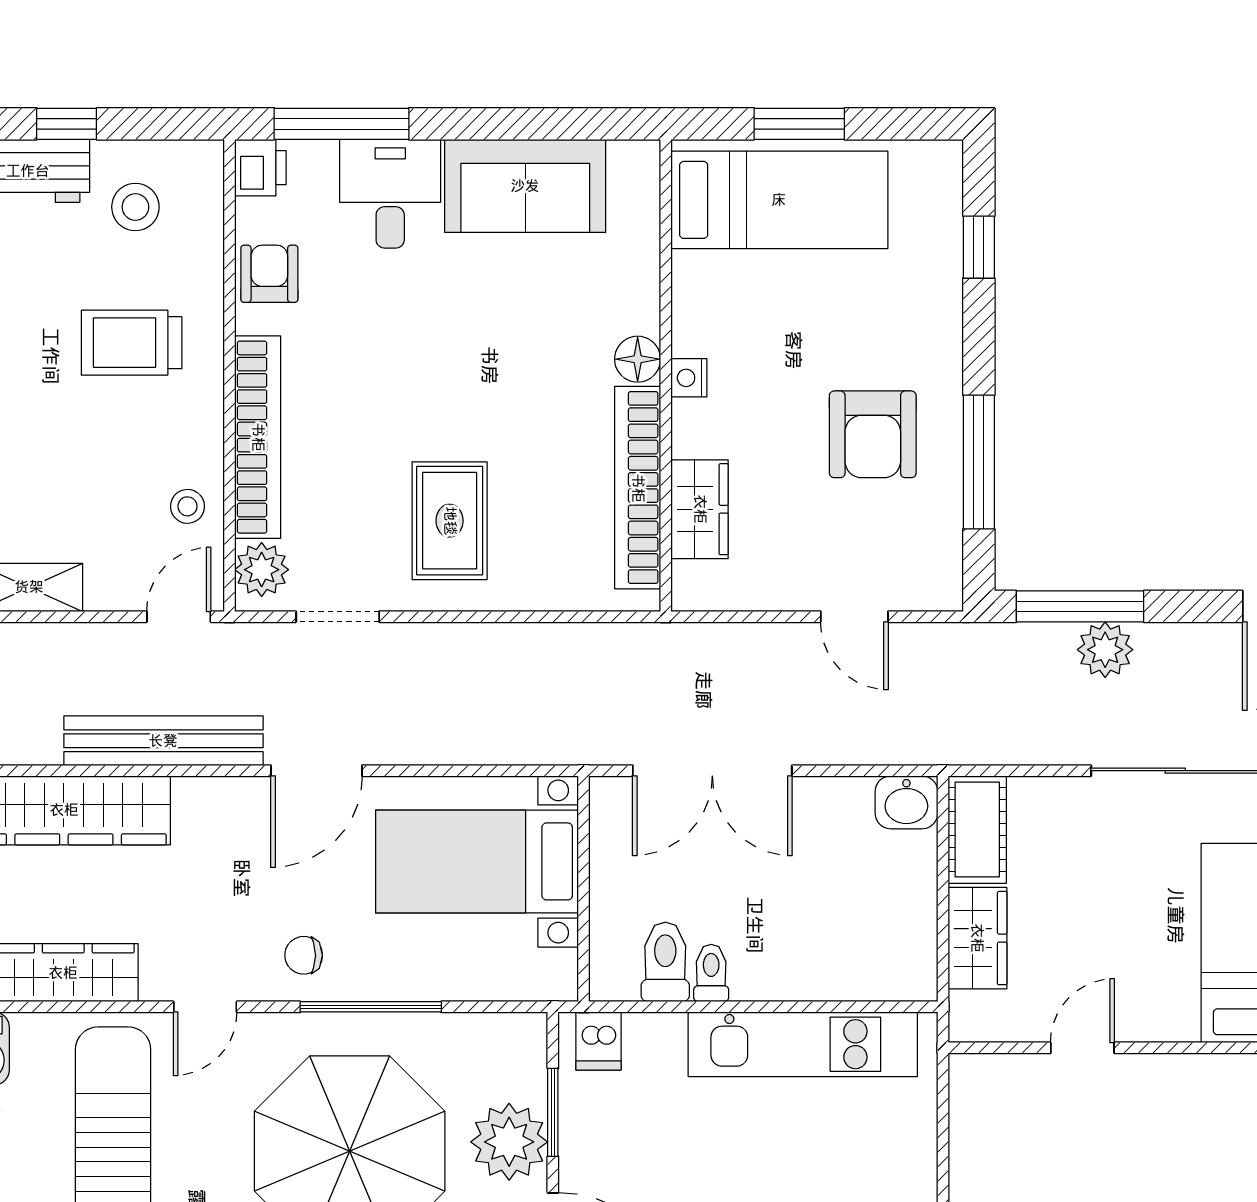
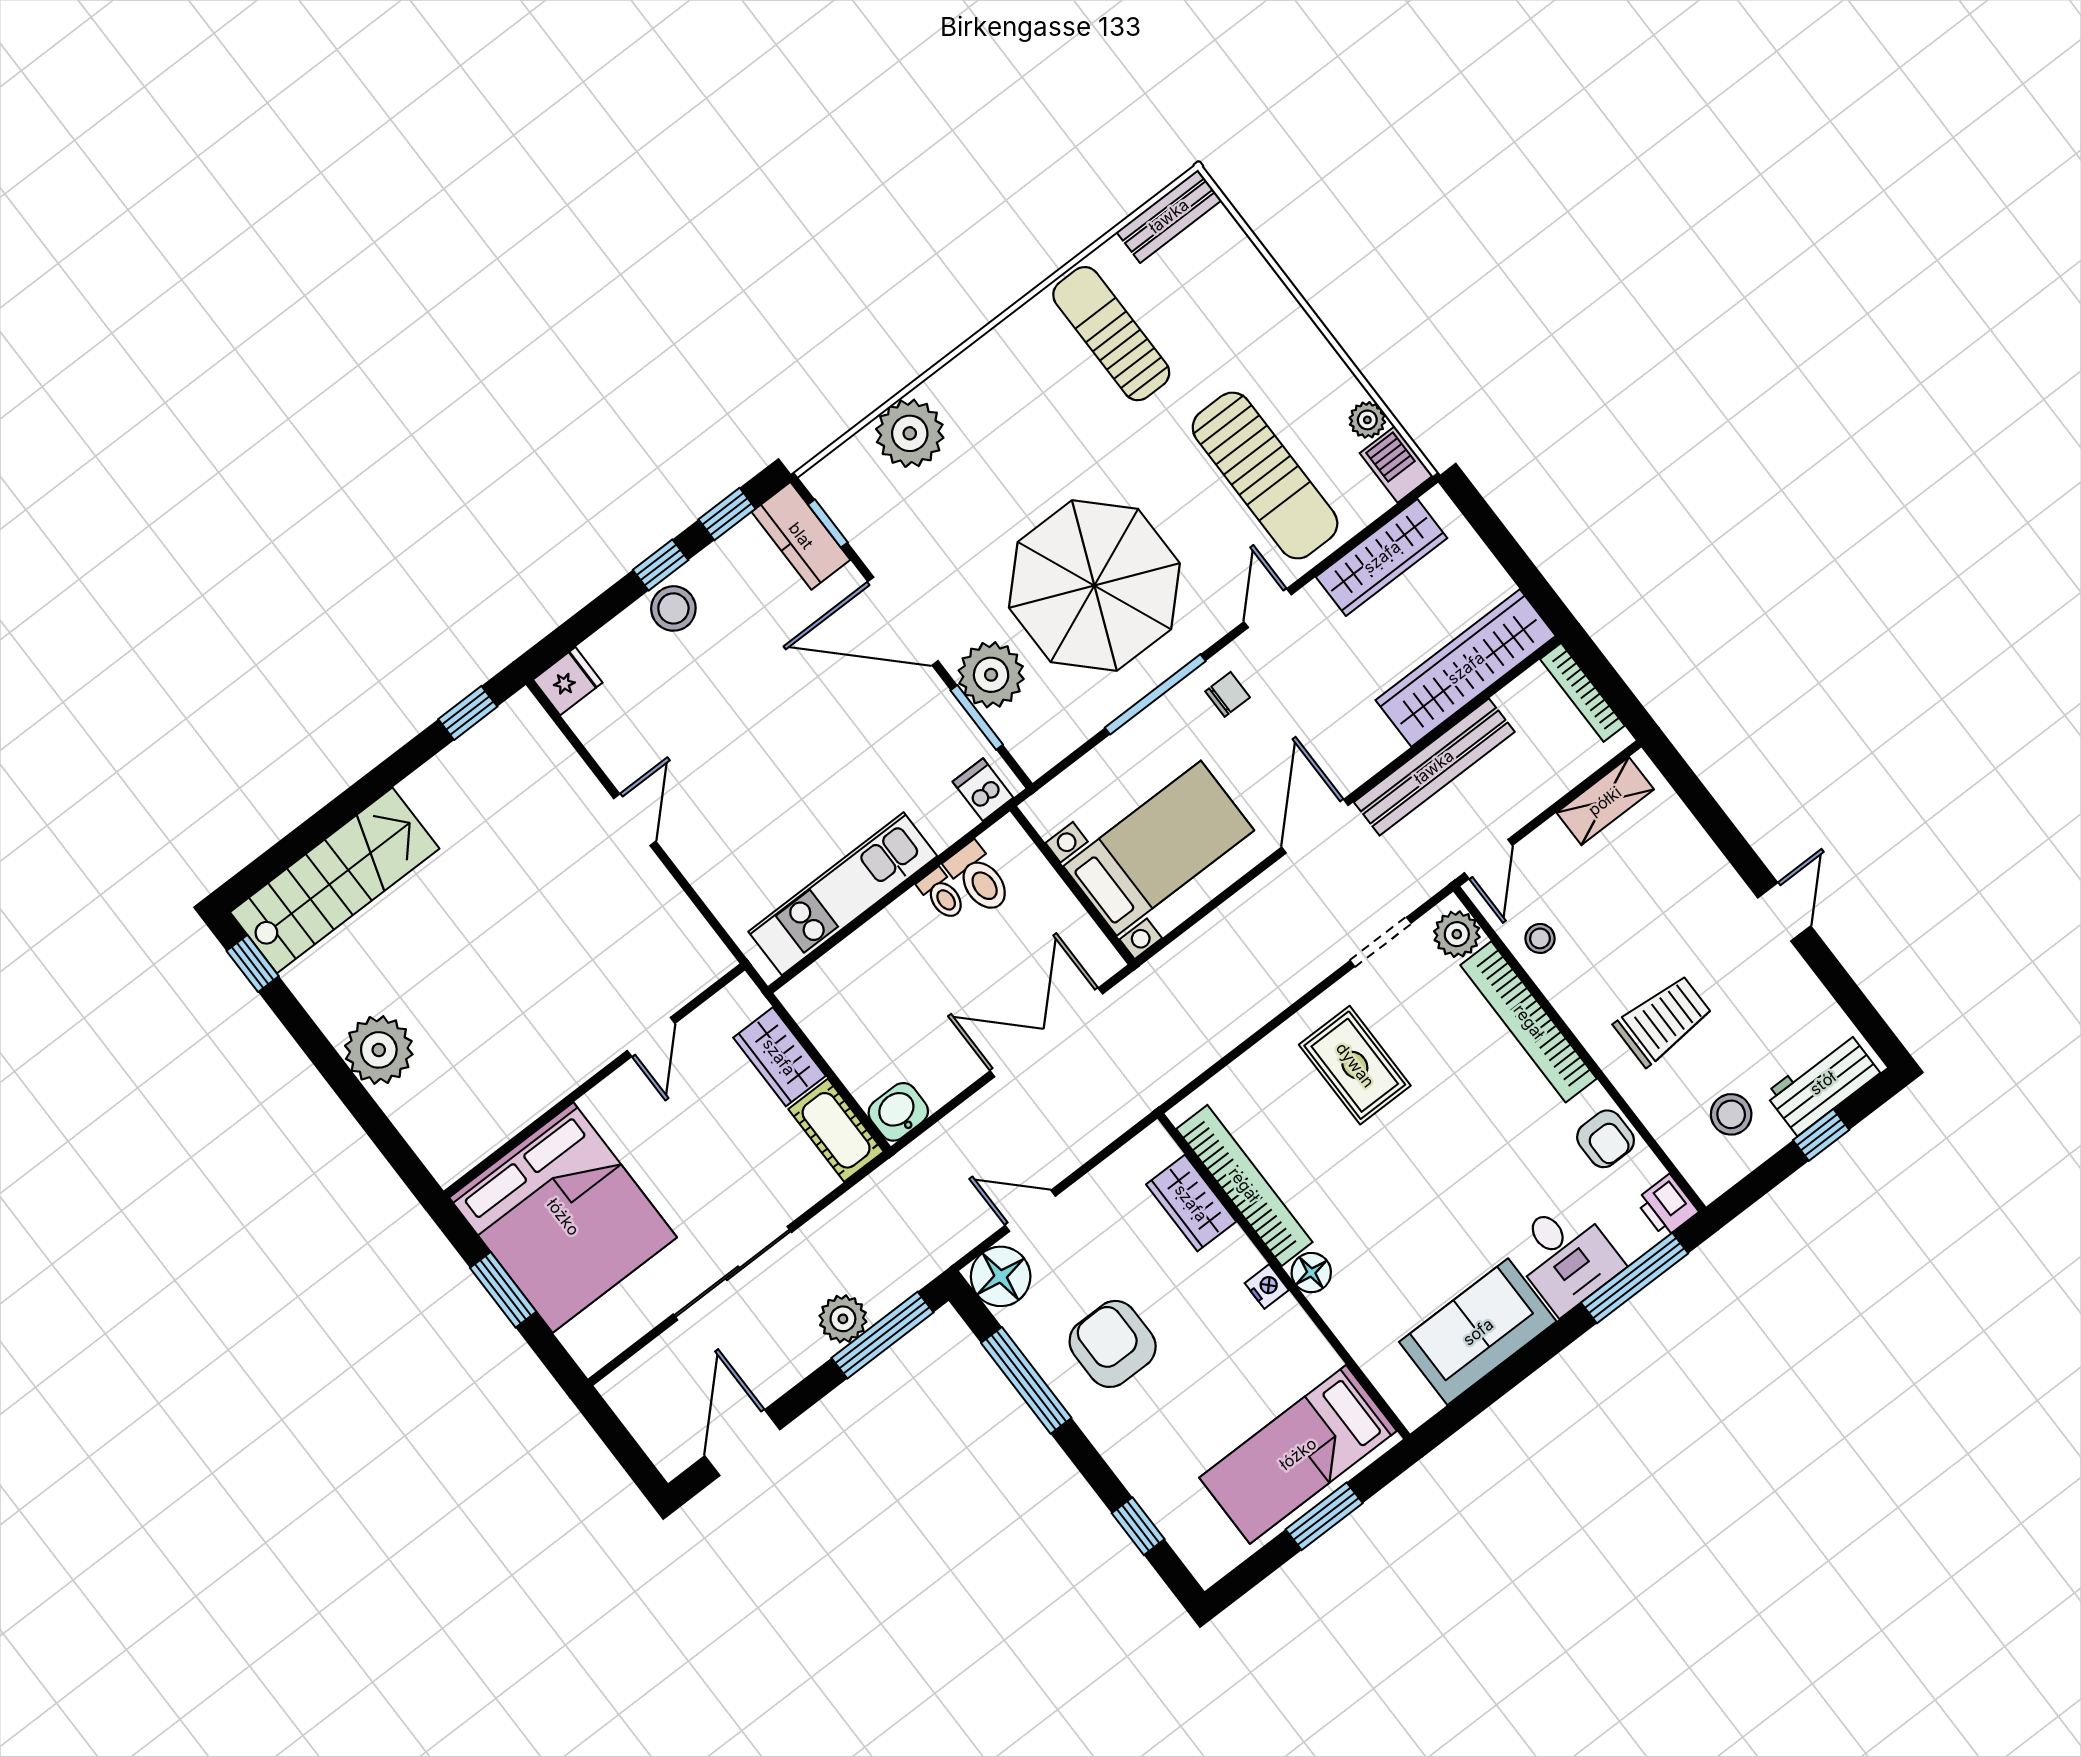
floor lamp: (929, 577) -> (1001, 1276), added

